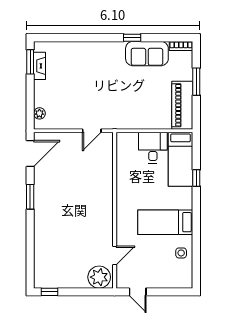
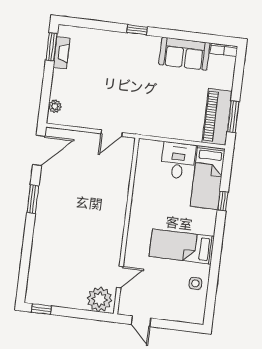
window: (132, 38) -> (137, 30), moved
window: (196, 82) -> (233, 117), moved

